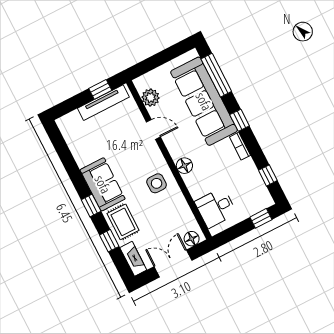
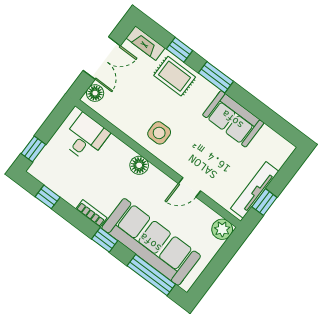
plant: (151, 98) -> (222, 229), moved
sofa: (103, 184) -> (233, 119), moved
window: (91, 205) -> (216, 77), width x1.50

